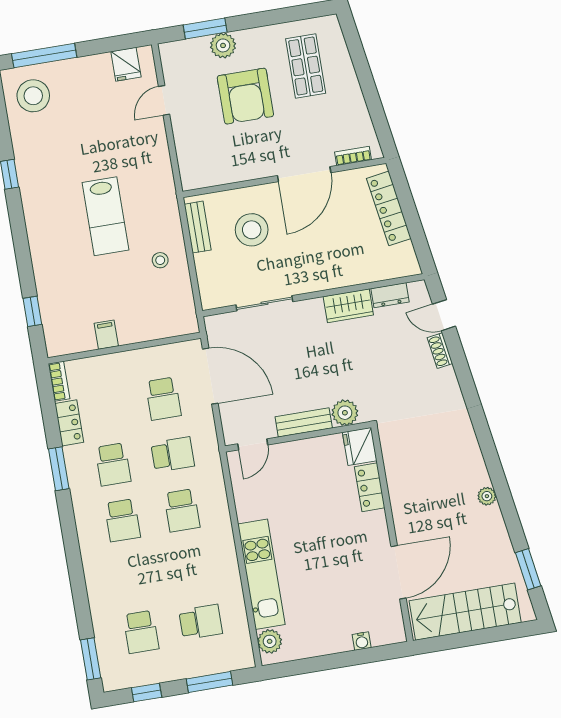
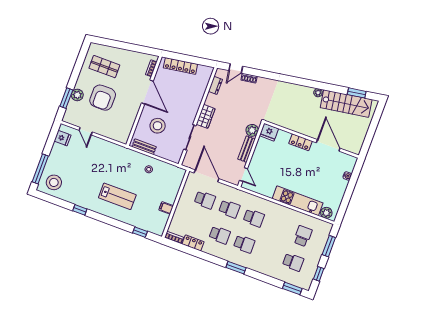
armchair: (245, 96) -> (103, 98), turned 90
lab bench: (105, 216) -> (117, 196), moved
wardrobe: (348, 306) -> (206, 116), moved
door: (210, 376) -> (207, 176), hinge flipped
school desk: (173, 454) -> (229, 209), turned 90
window: (59, 469) -> (236, 268), moved
locker: (370, 487) -> (300, 142), moved
stairs: (465, 612) -> (346, 104), moved, turned -99

